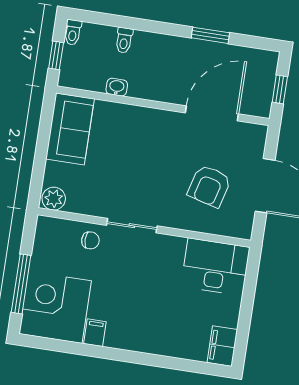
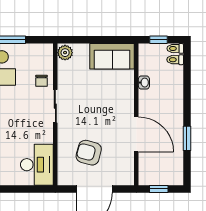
toilet: (124, 40) -> (175, 60), moved
door: (212, 113) -> (136, 134), moved

